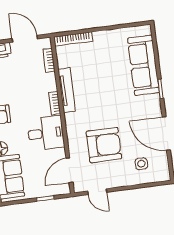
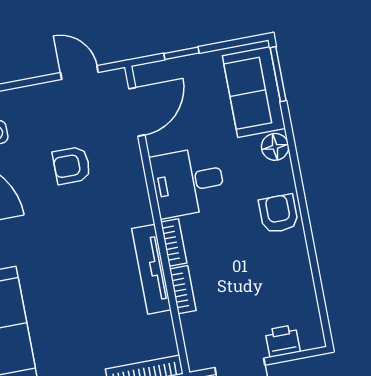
bookcase: (49, 60) -> (183, 290), moved
armchair: (104, 145) -> (72, 165), width x0.53, depth x0.53

